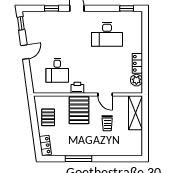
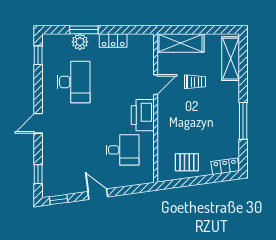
window: (51, 8) -> (38, 174), moved
window: (145, 42) -> (84, 30), added
plant: (136, 80) -> (80, 42), moved
printer: (77, 88) -> (143, 115), width x1.87, depth x1.48
pallet: (79, 110) -> (177, 120), removed
shelving: (124, 149) -> (231, 59), added

